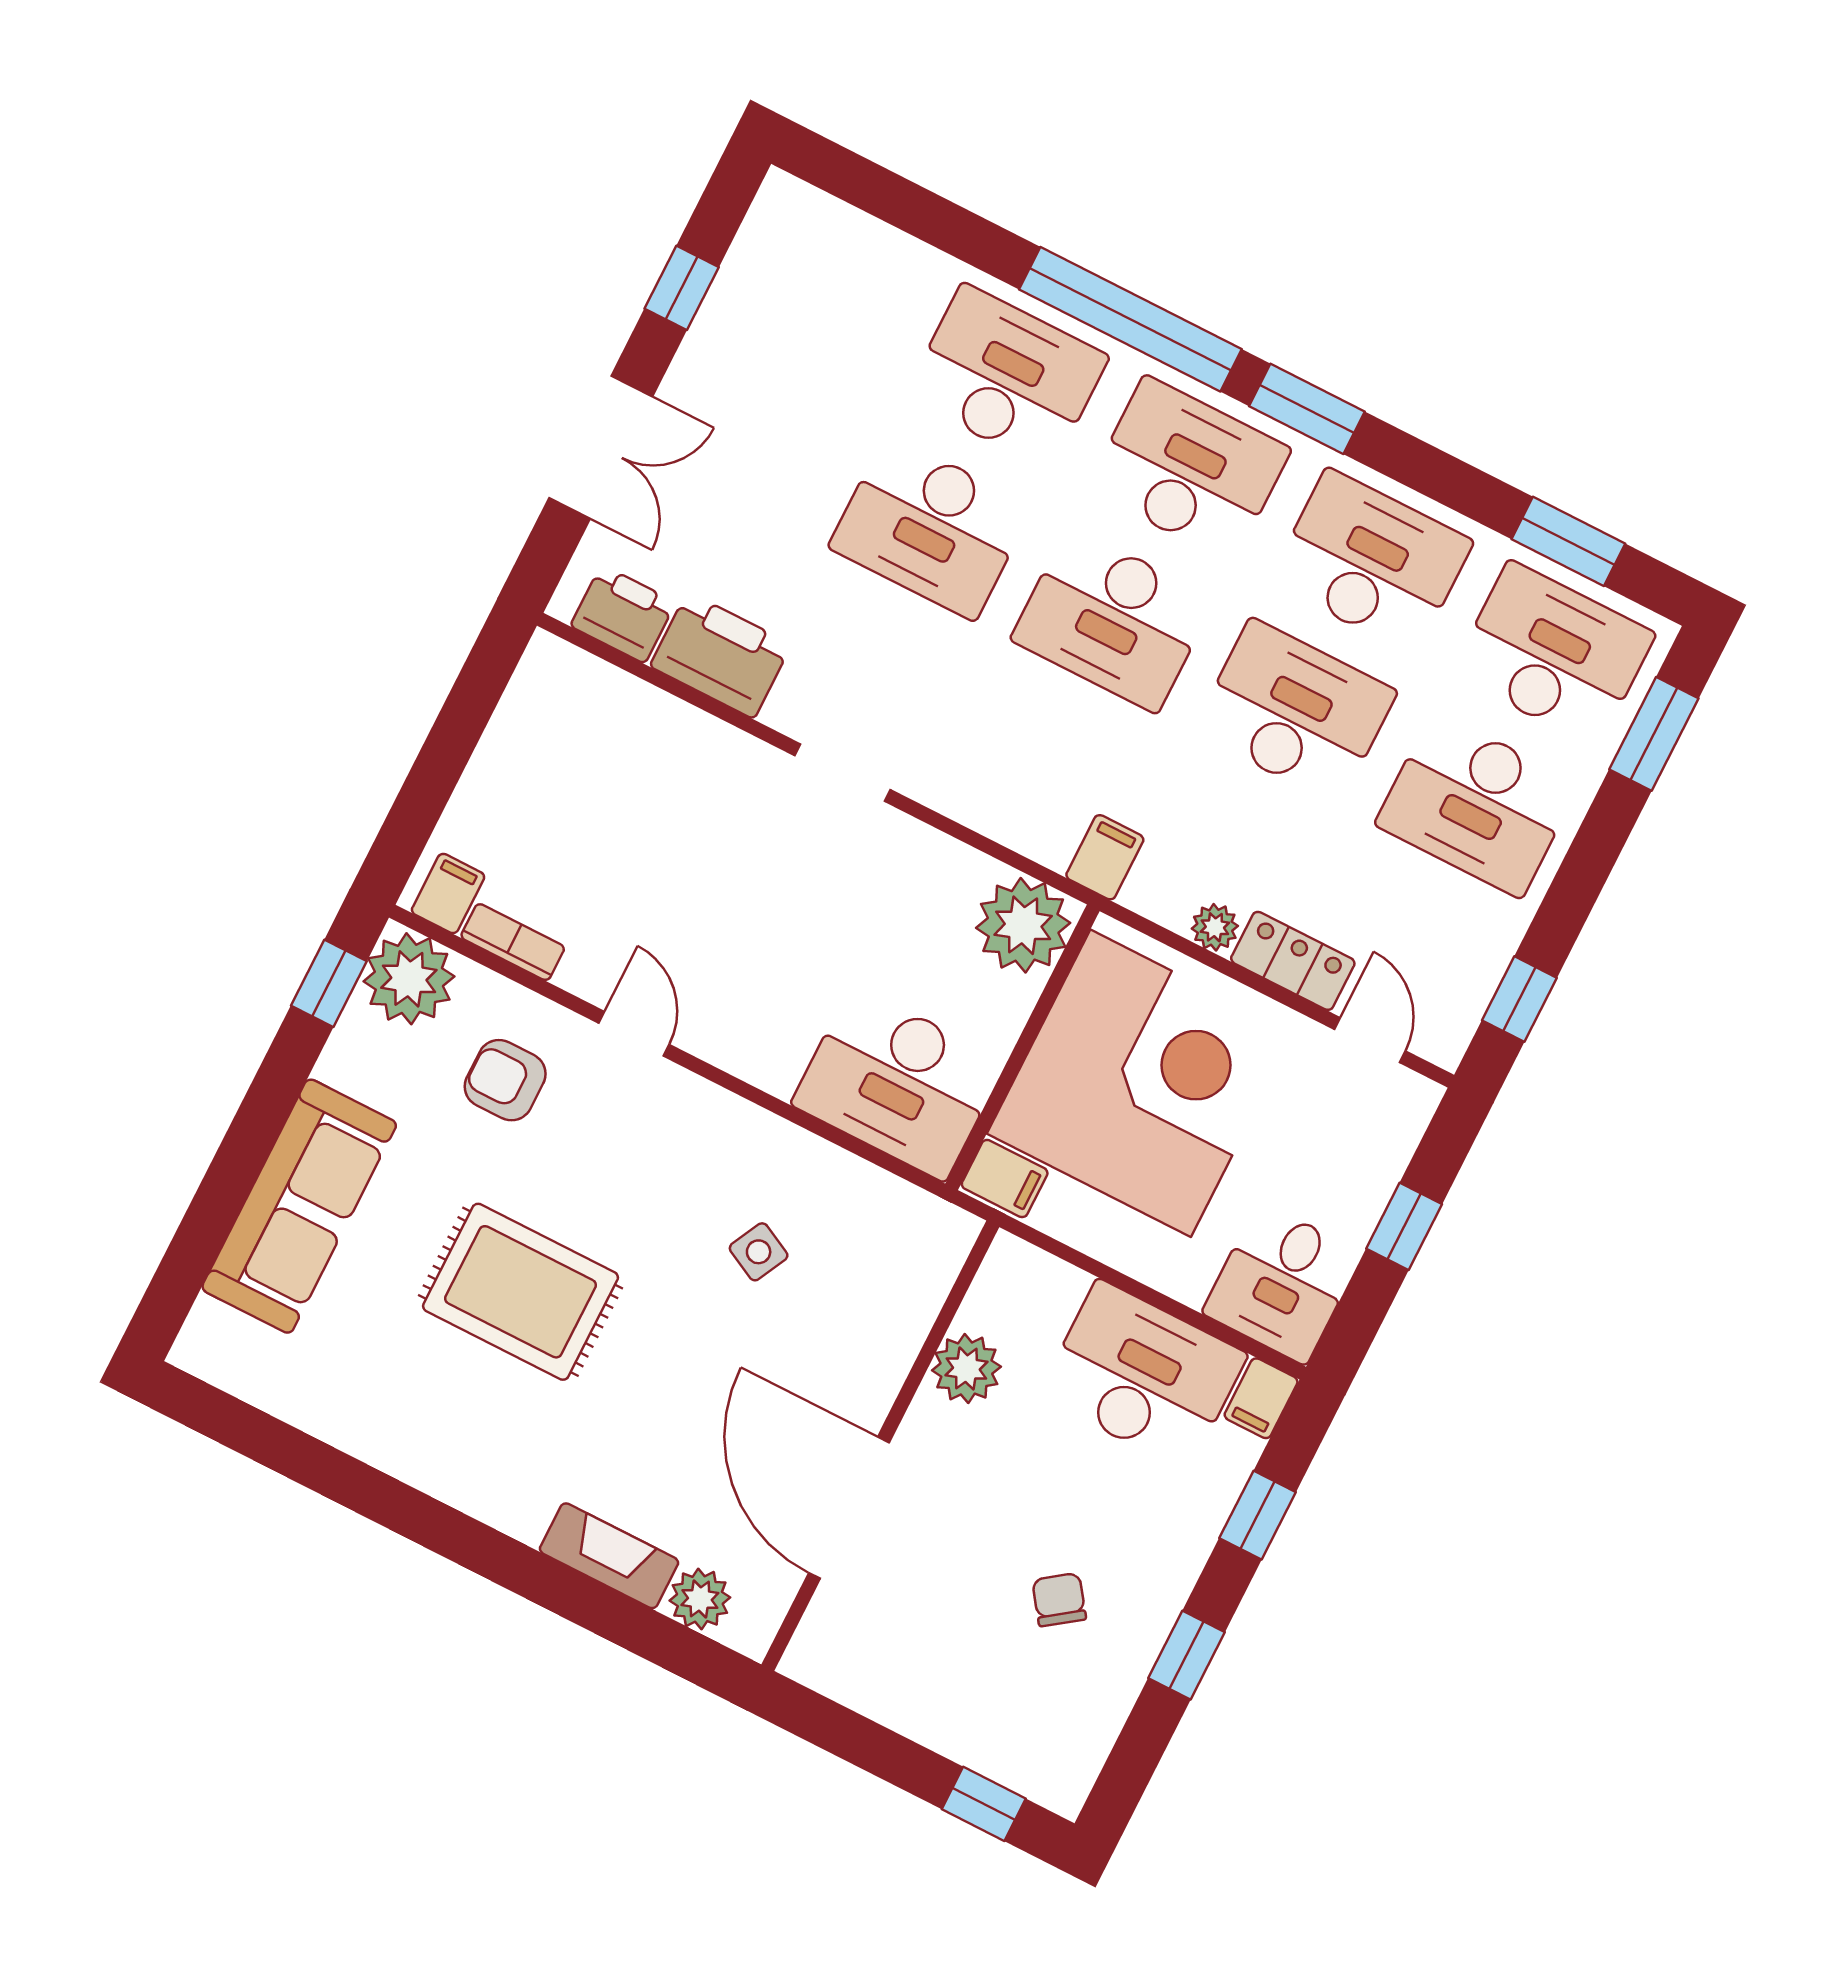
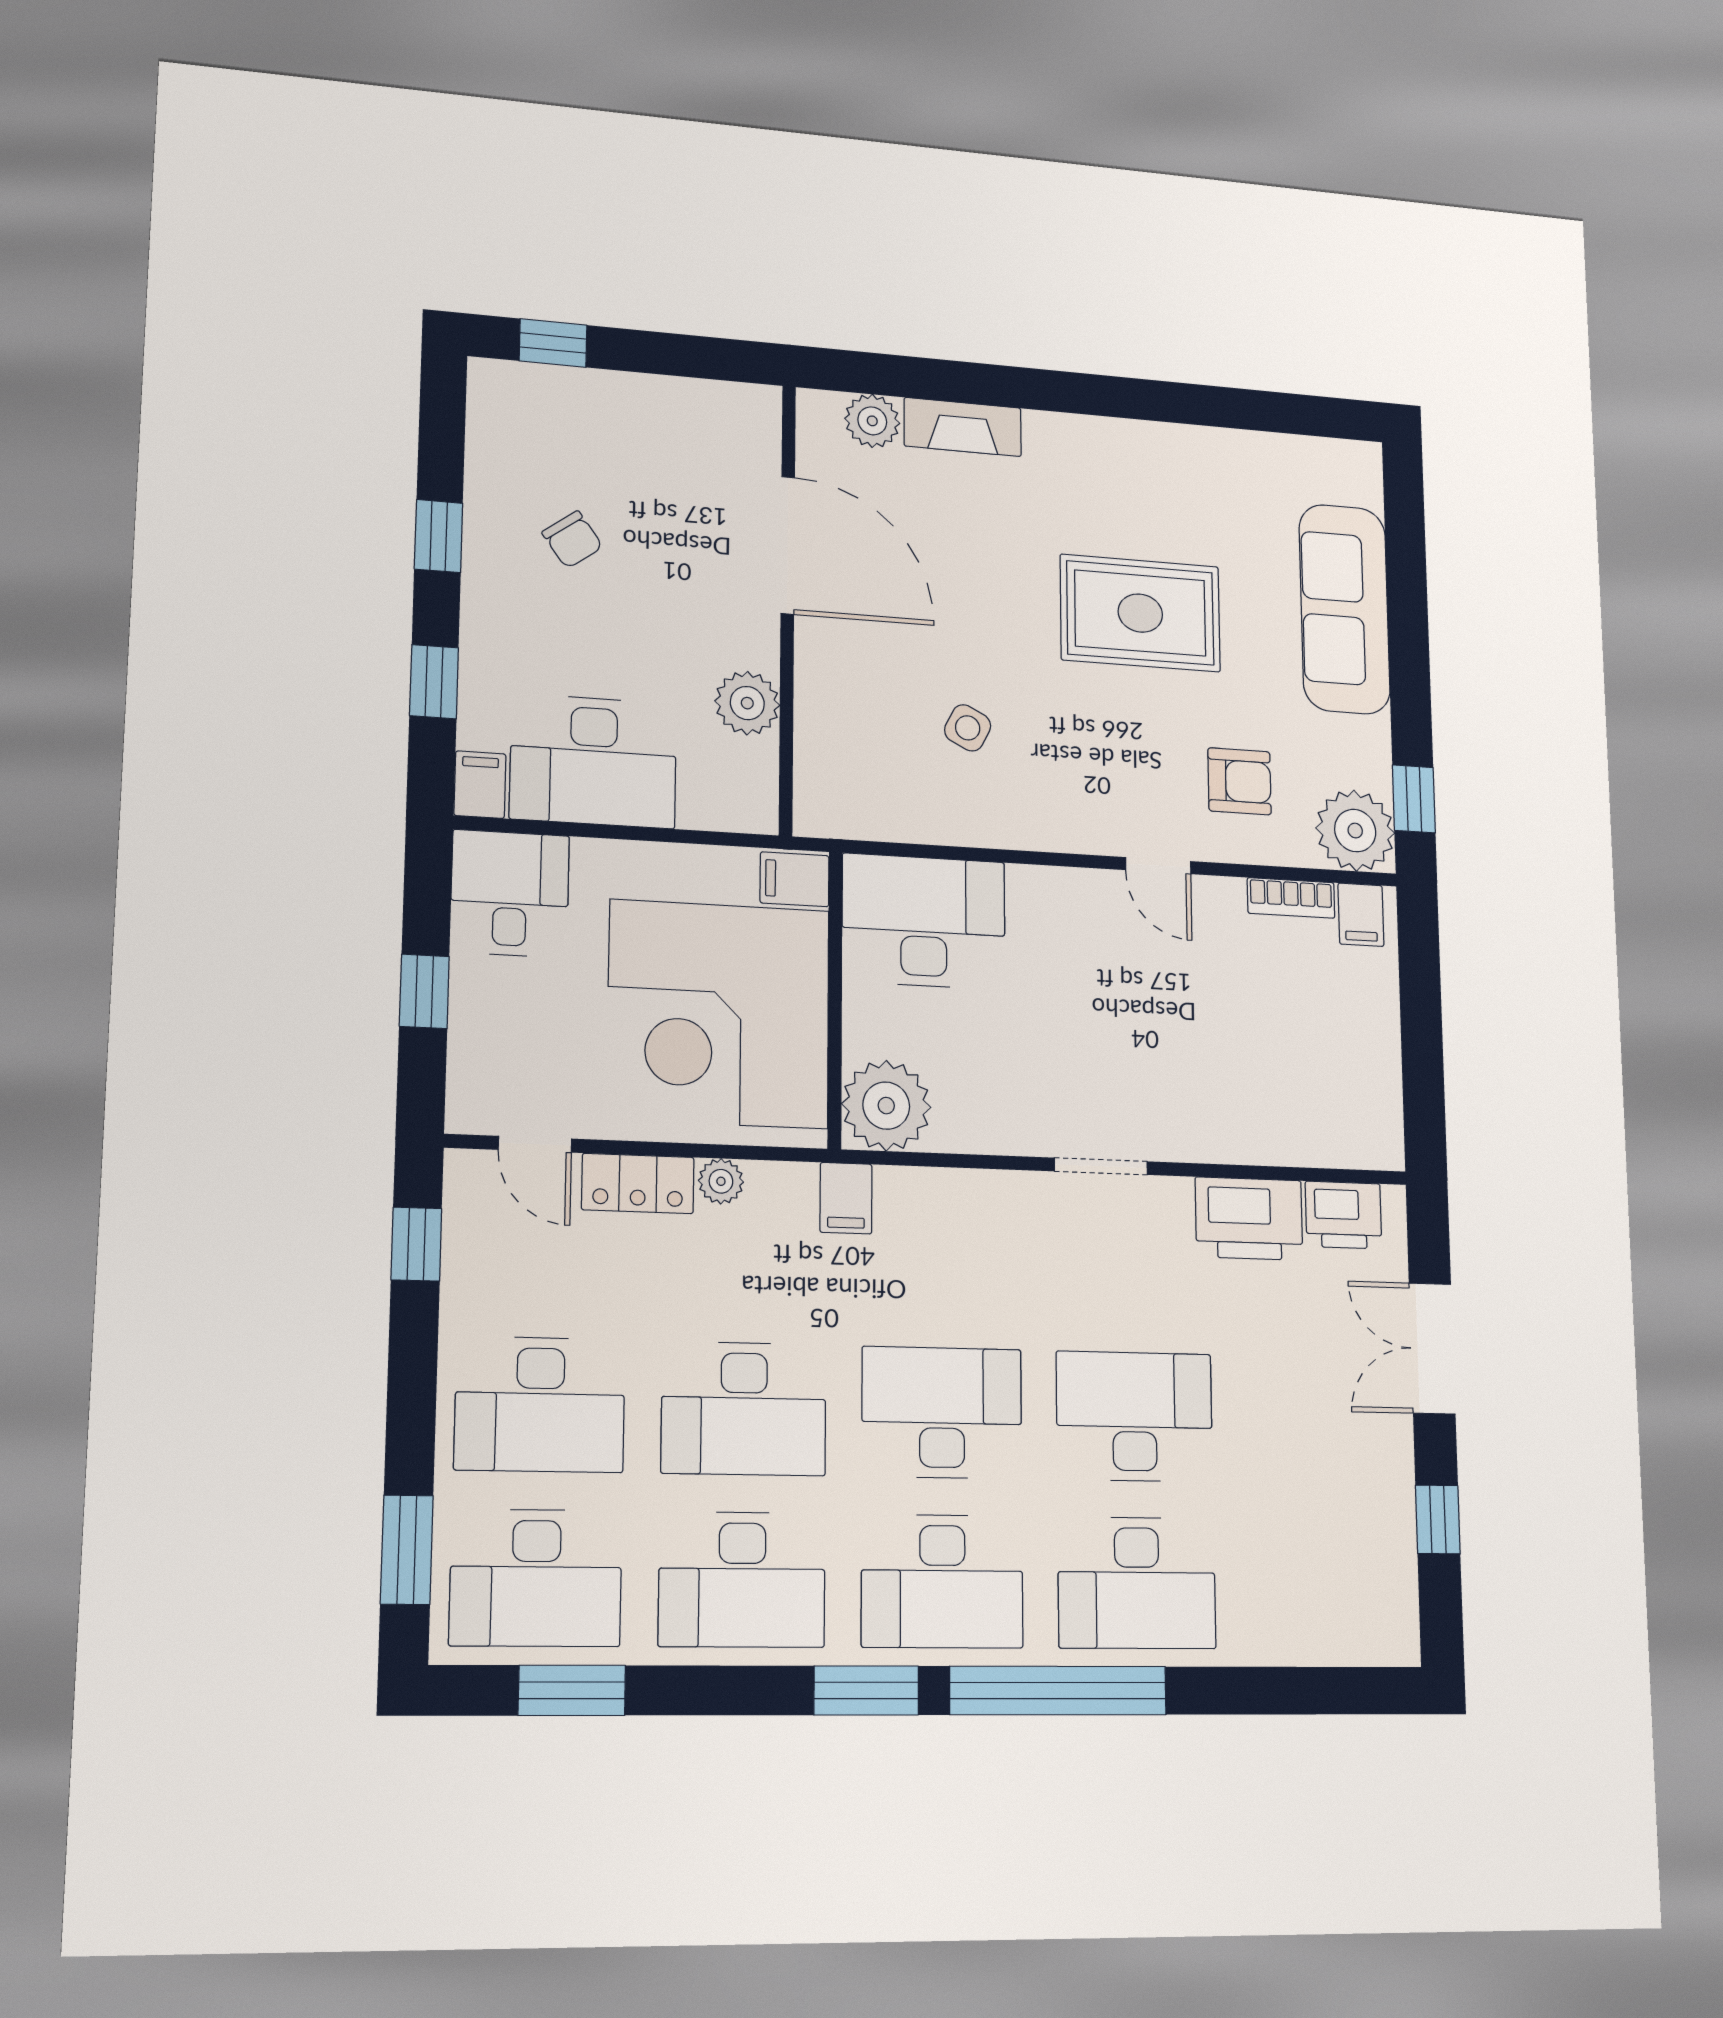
desk: (1477, 804) -> (540, 1404), turned 180

